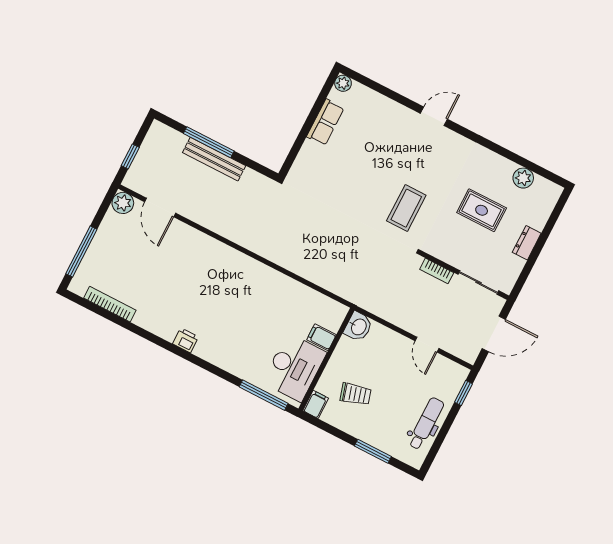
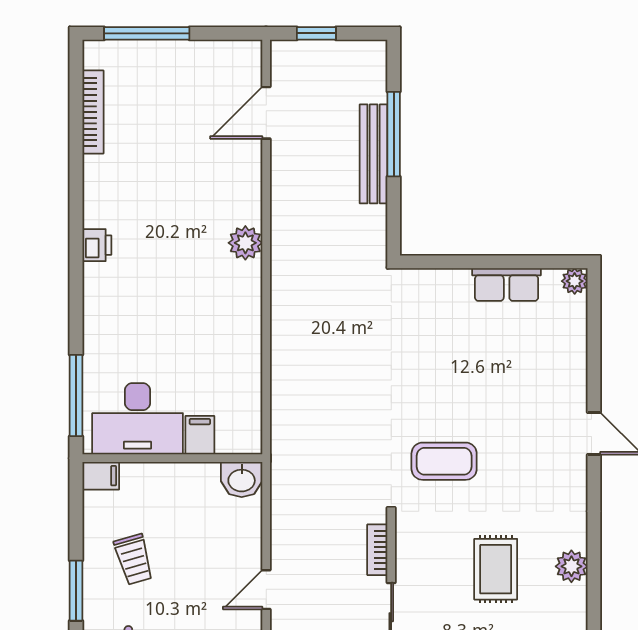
plant: (523, 178) -> (571, 566), moved
plant: (123, 203) -> (245, 243), moved
trolley: (356, 394) -> (134, 559), moved

